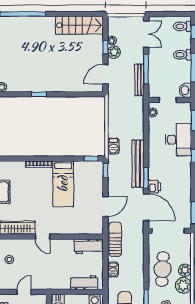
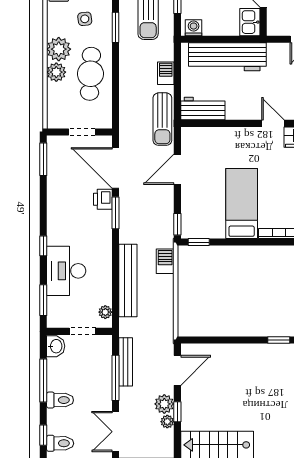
bench: (138, 164) -> (128, 280), moved
doorway: (168, 231) -> (82, 132), width x0.53
workbench: (84, 283) -> (227, 57), width x1.88, depth x1.32

